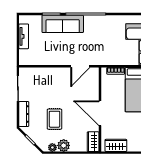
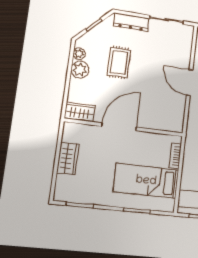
door: (80, 66) -> (190, 83), moved
rug: (54, 119) -> (119, 63), turned 90
wardrobe: (116, 145) -> (68, 158), moved

